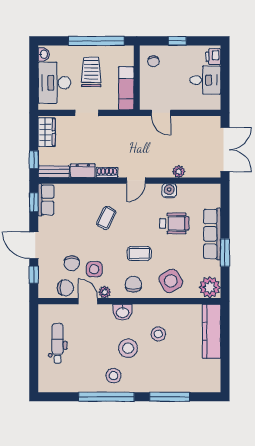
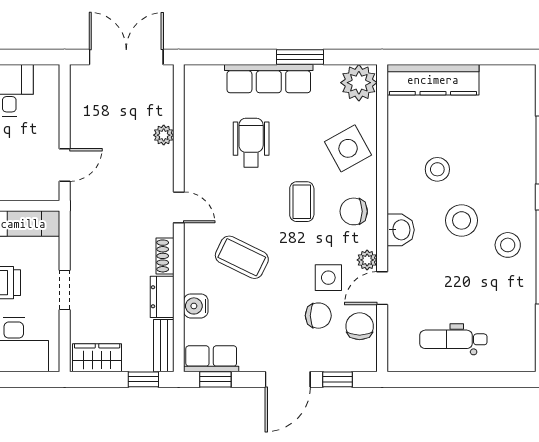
water cooler: (169, 191) -> (196, 306), moved
coffee table: (106, 218) -> (242, 257), width x1.36, depth x1.30

